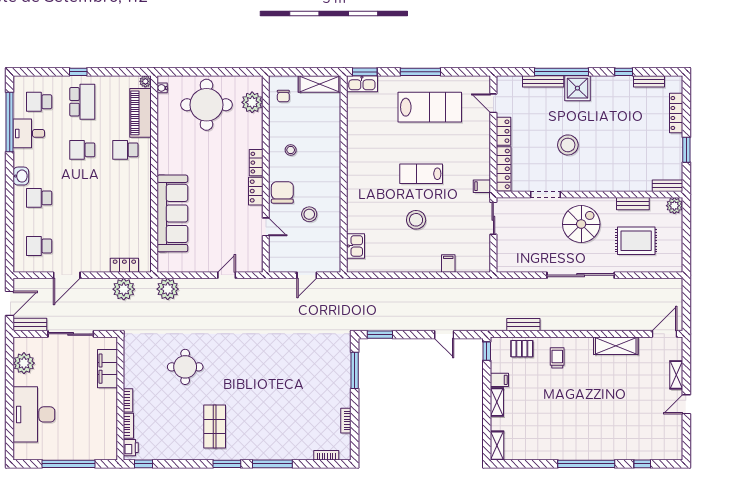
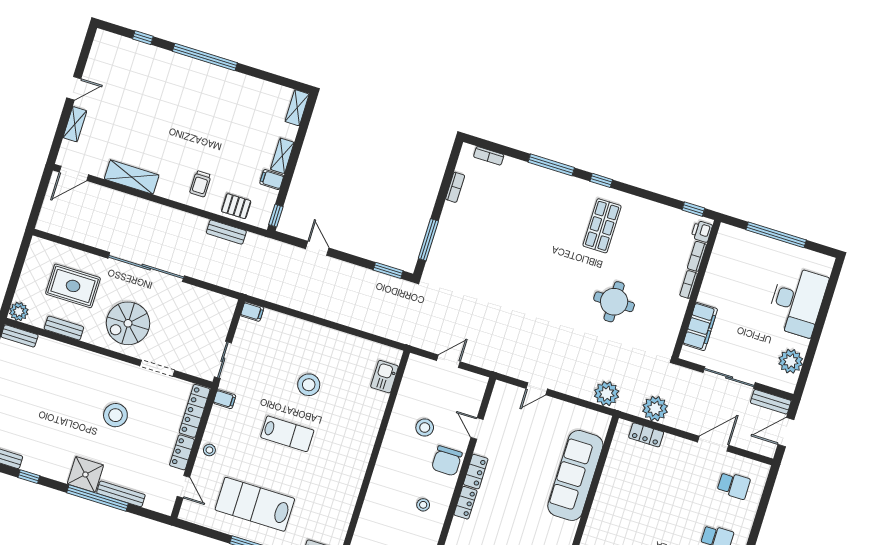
stool: (481, 140) -> (209, 450), added
filing cabinet: (448, 263) -> (252, 312), moved, turned -90
window: (227, 464) -> (601, 180), width x0.67

